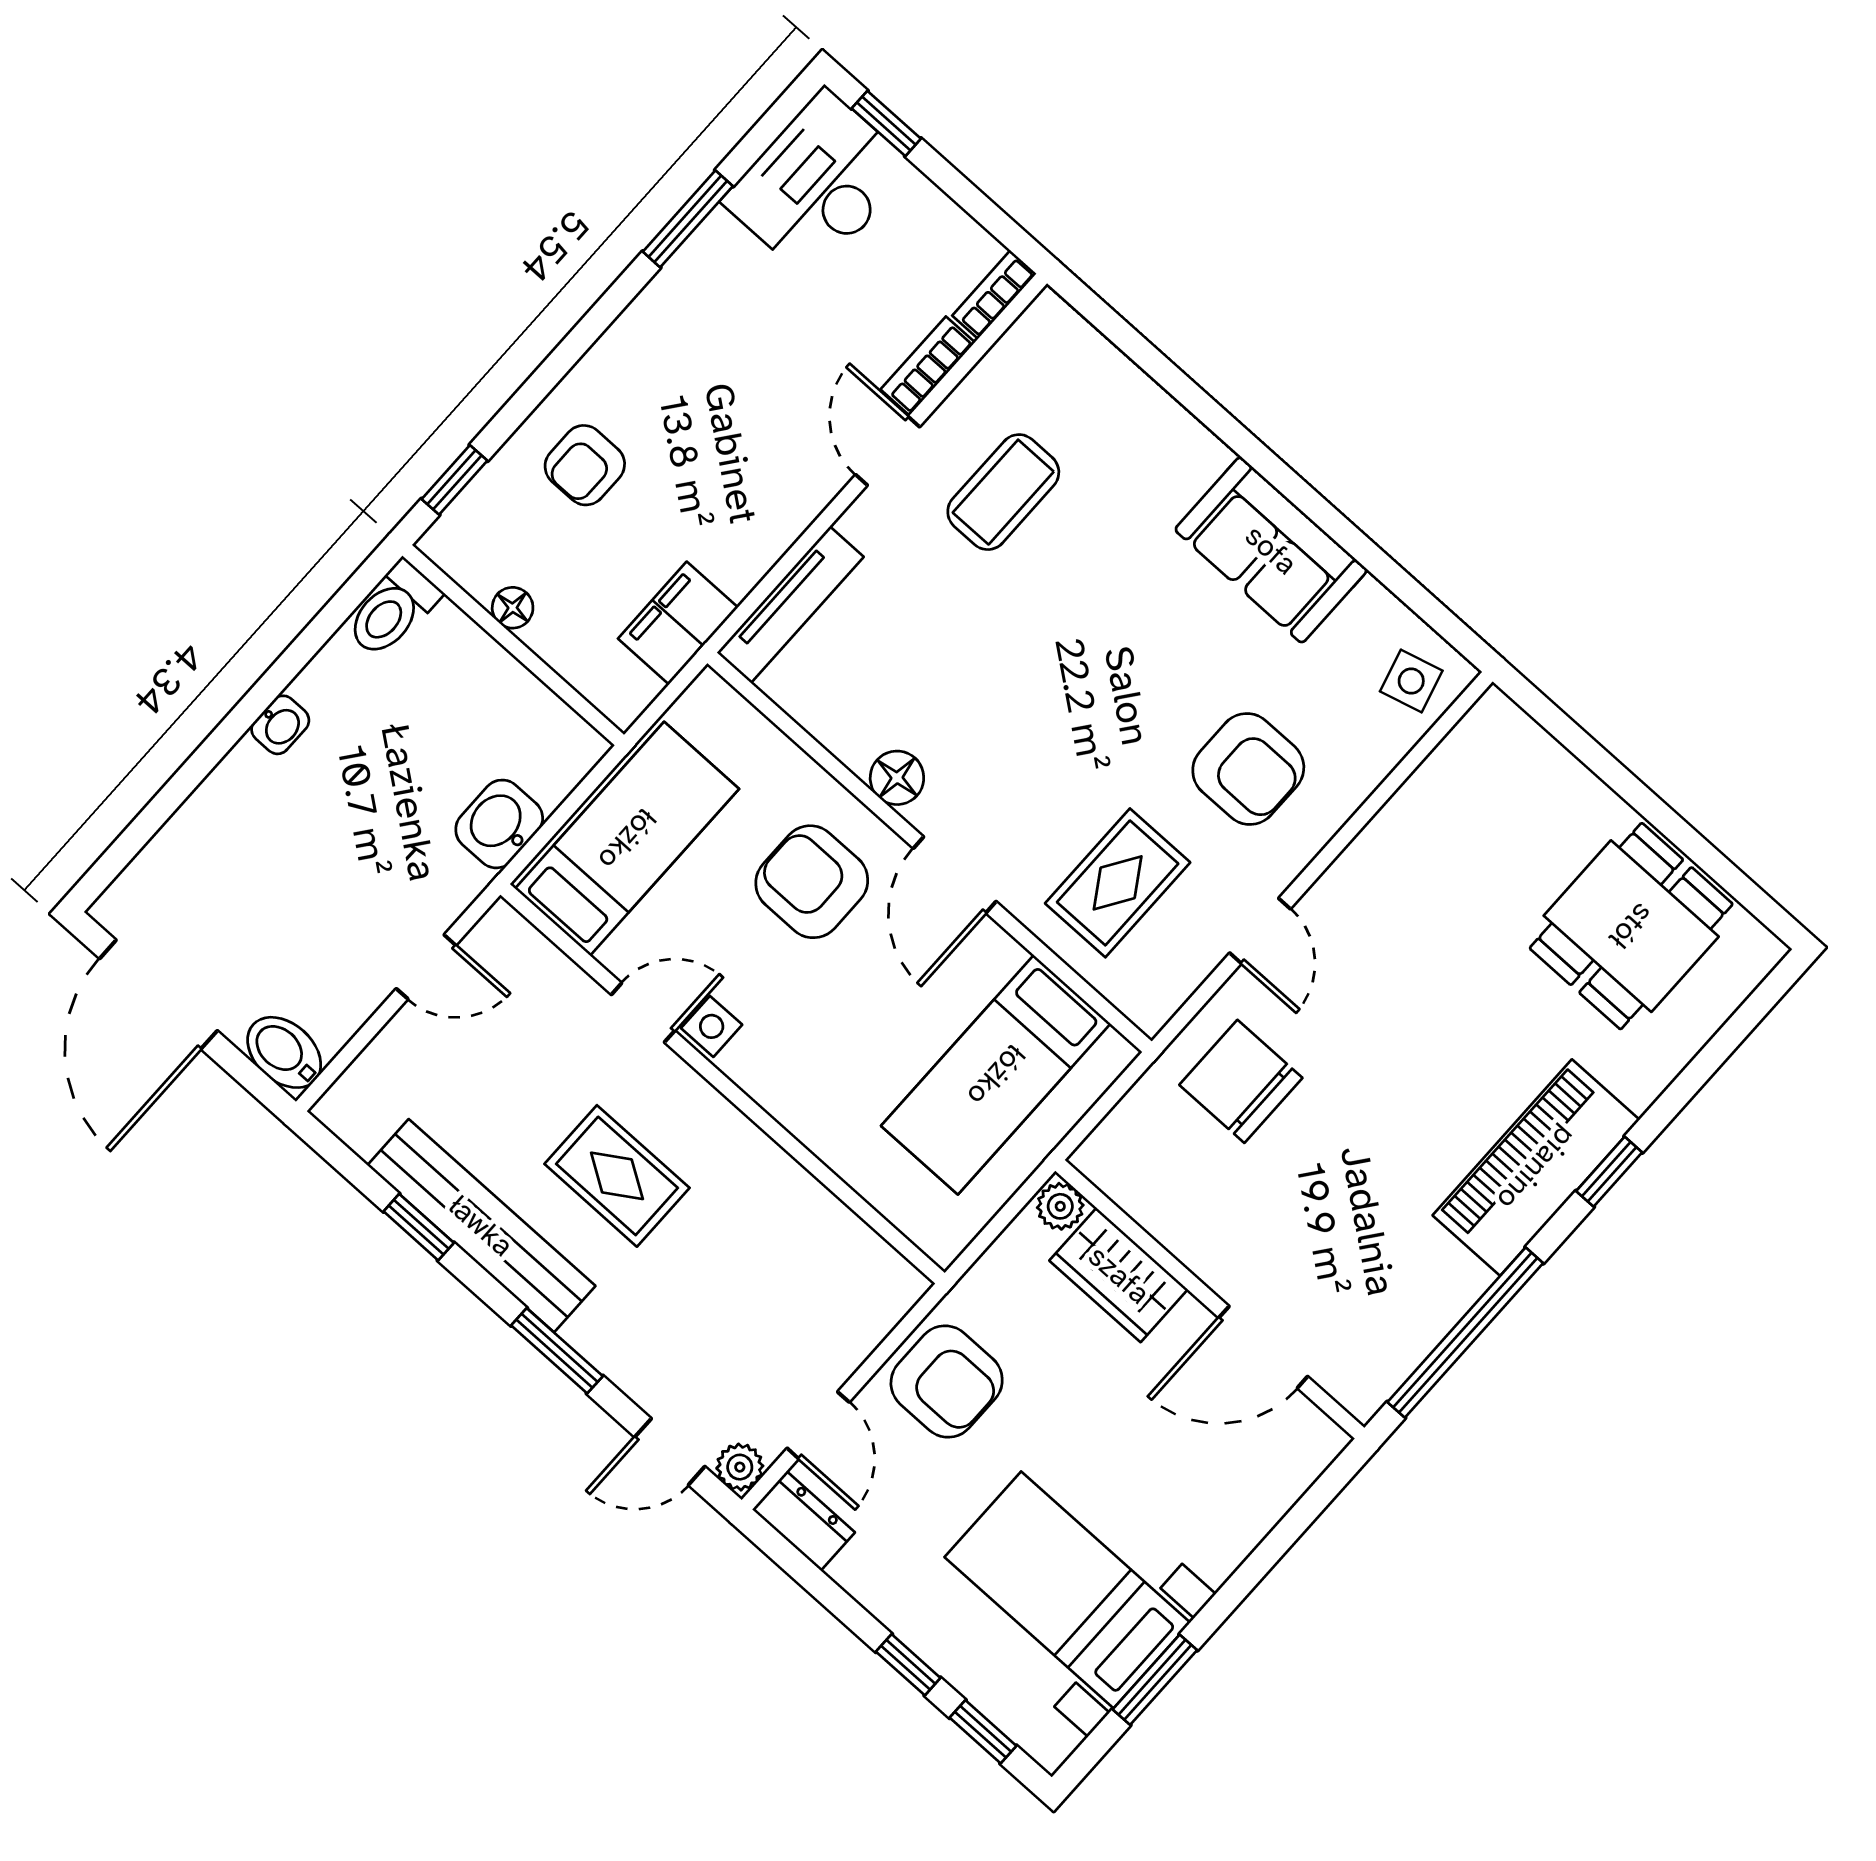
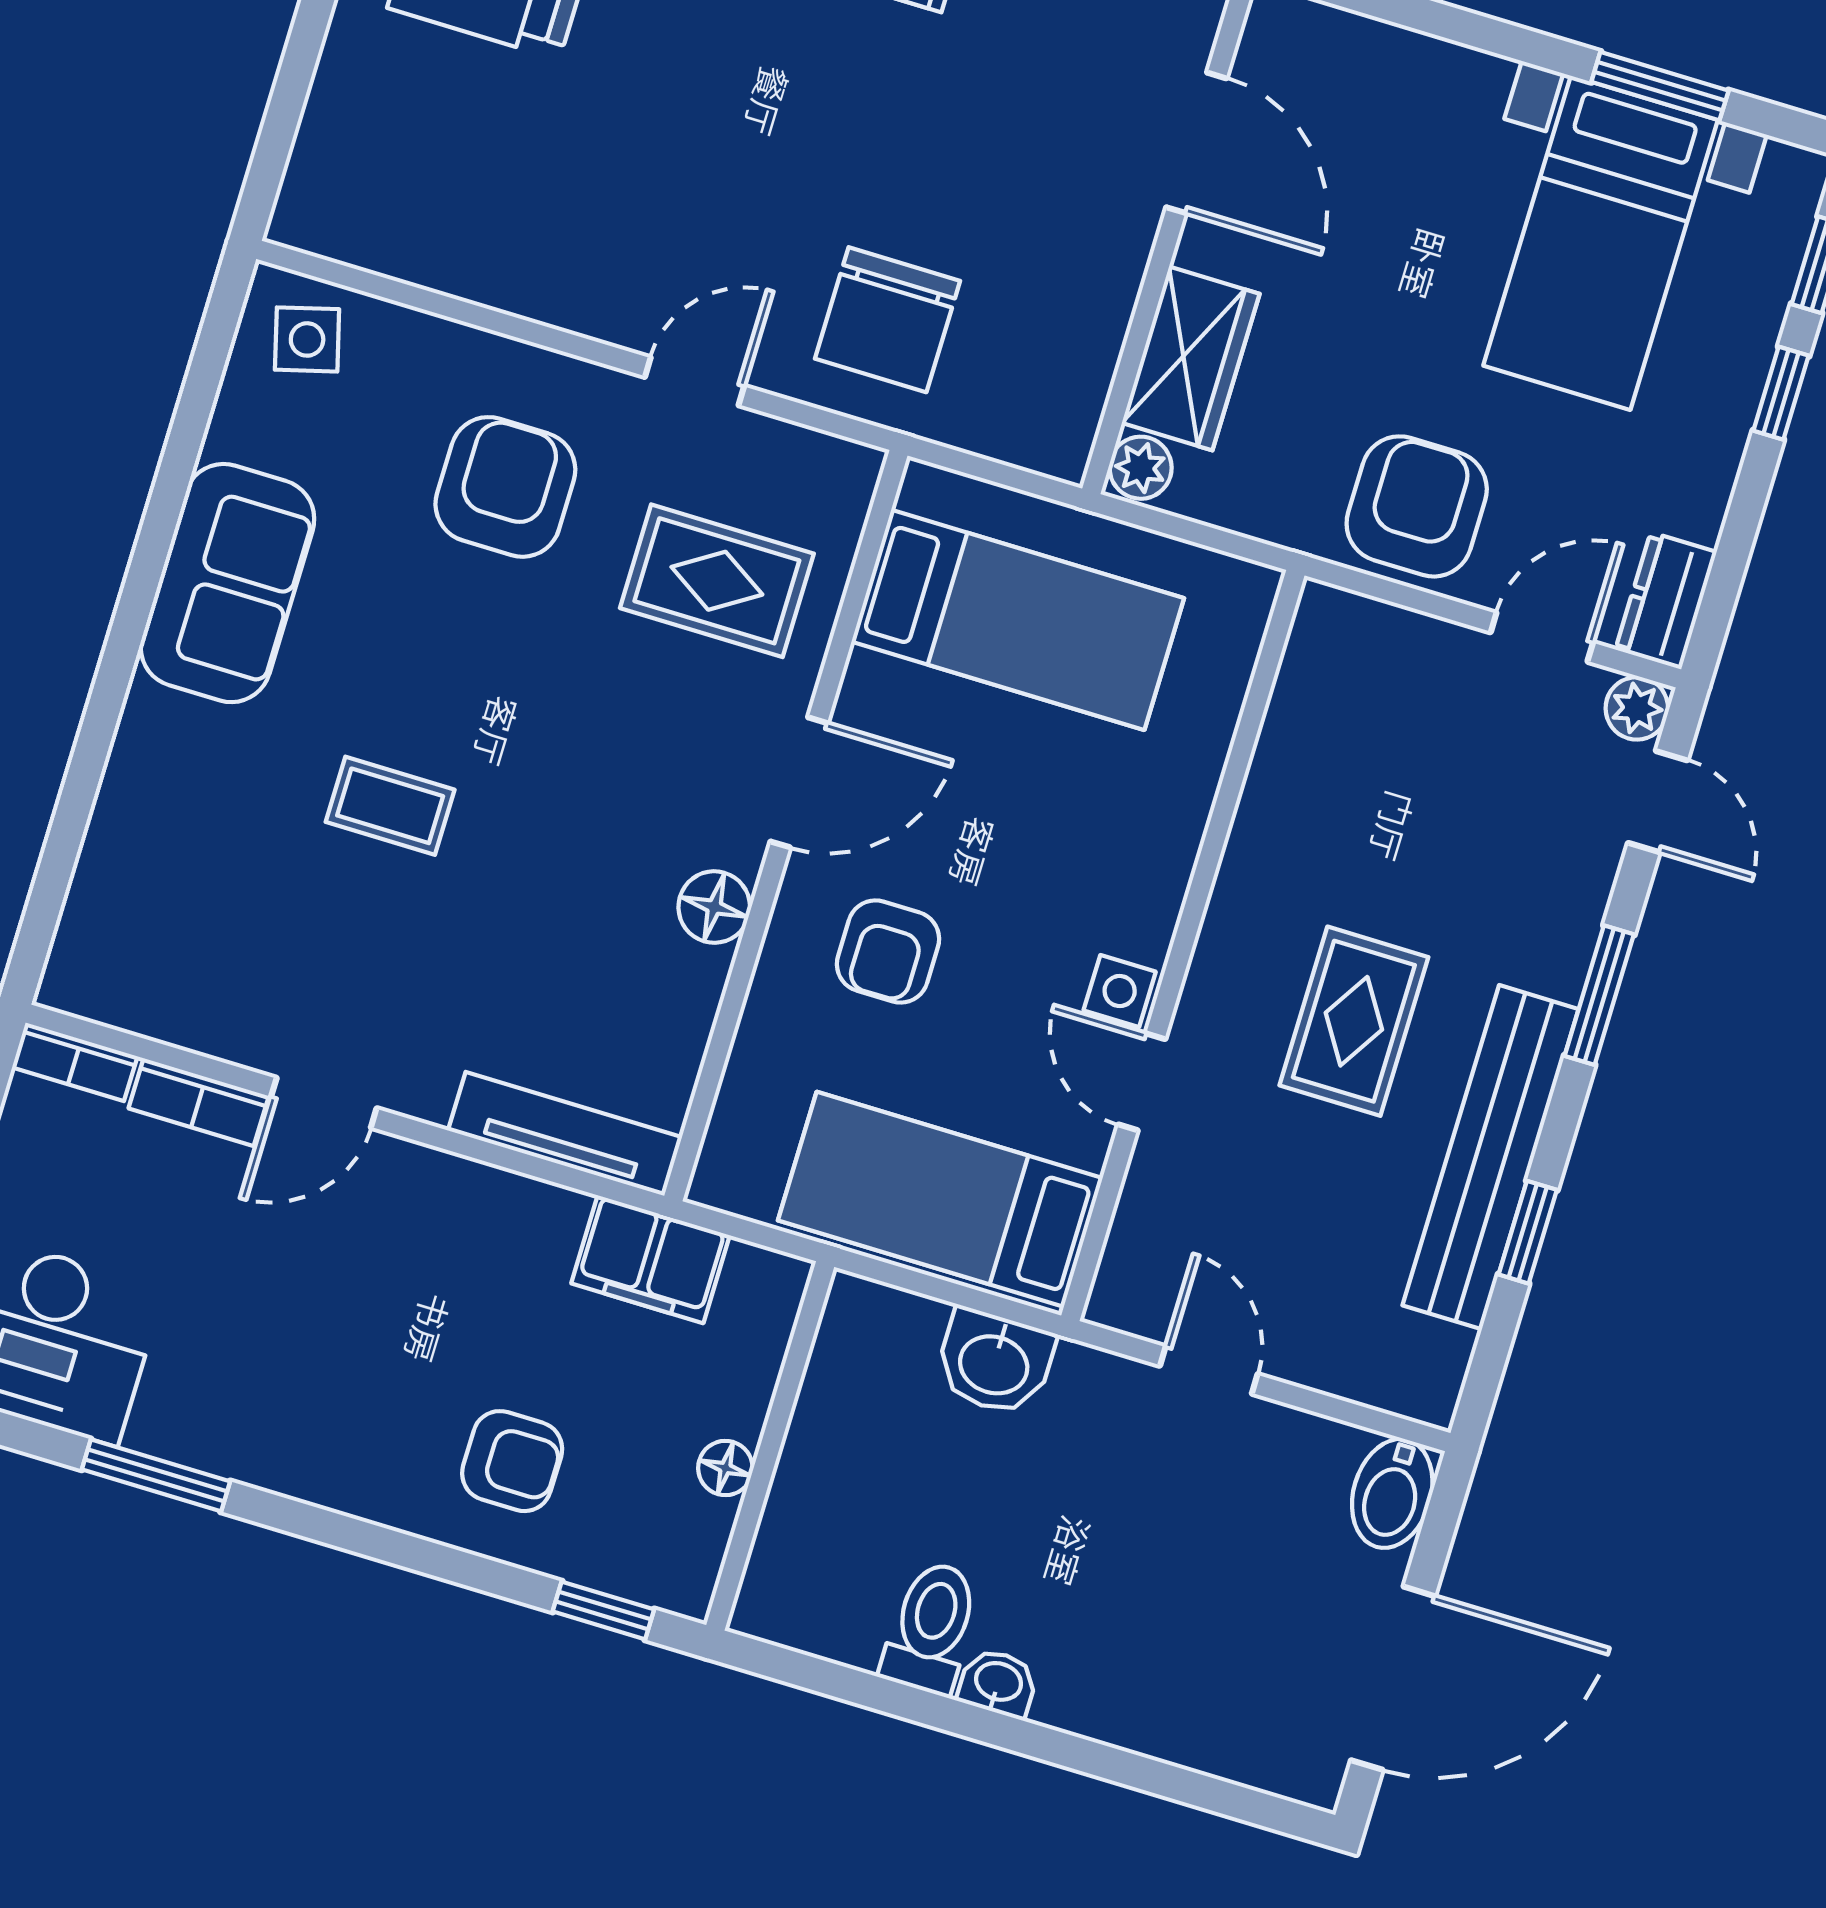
coffee table: (1003, 492) -> (390, 806), moved, width x0.73, depth x0.77
toilet: (392, 610) -> (931, 1628), moved, turned -90
armchair: (812, 882) -> (888, 951), width x0.72, depth x0.72

